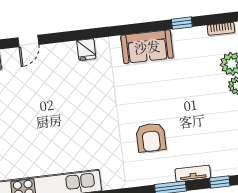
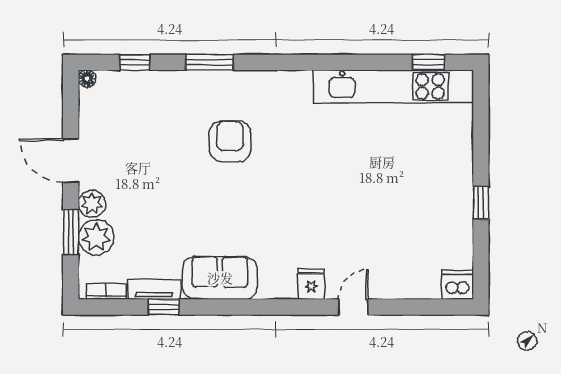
door: (28, 41) -> (353, 307), moved
tv unit: (193, 174) -> (154, 289), moved, turned 180

